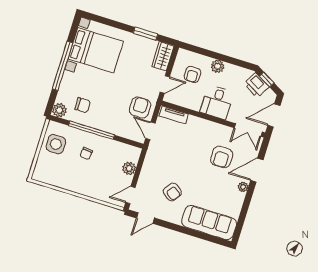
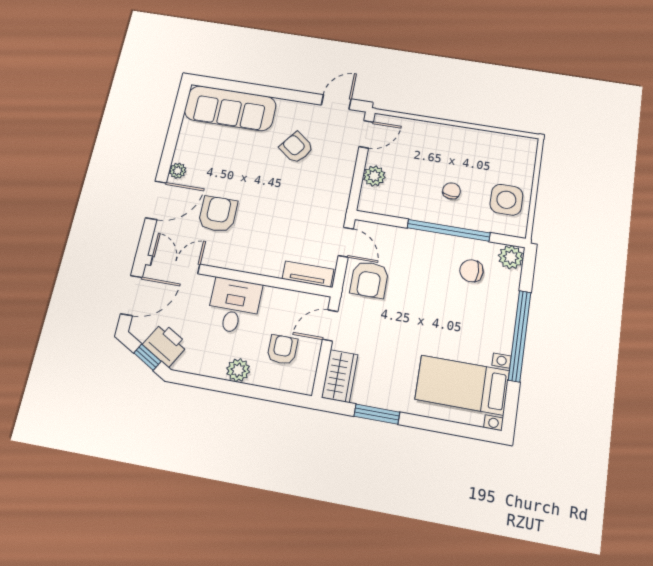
bed with nightstands: (96, 50) -> (462, 385), width x0.73

